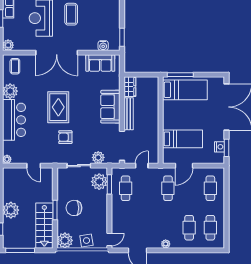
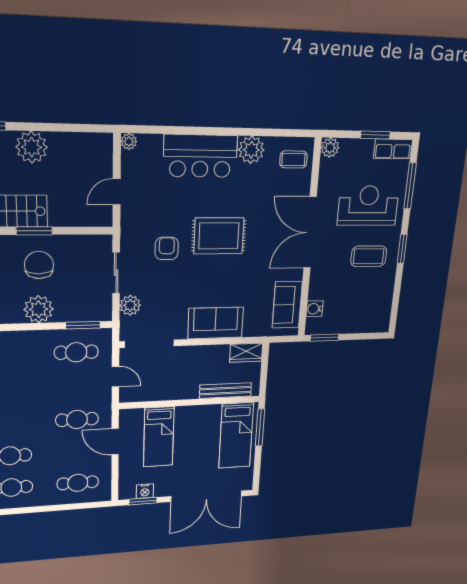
bench: (129, 114) -> (226, 391), moved
plant: (99, 182) -> (39, 309), moved

